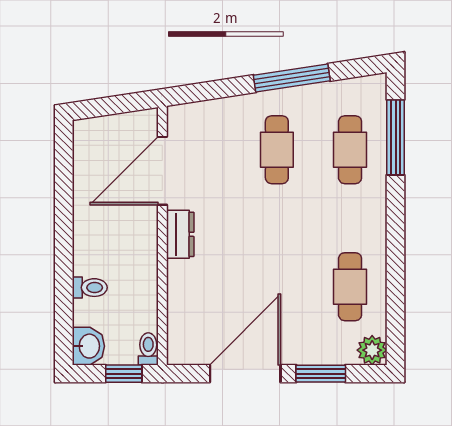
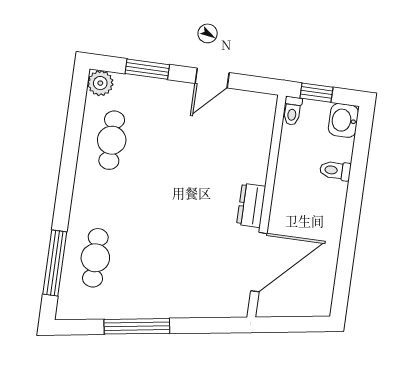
cafe table: (277, 150) -> (158, 267), removed
door: (245, 374) -> (212, 78), width x0.53

